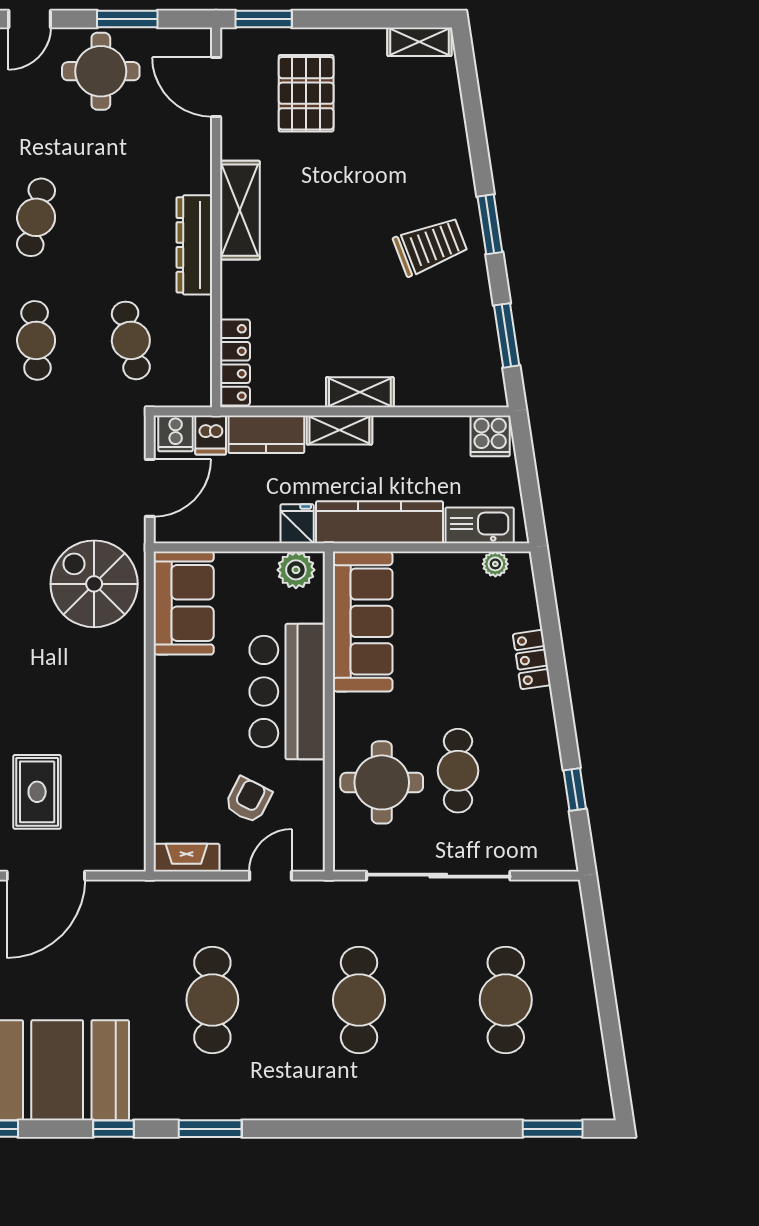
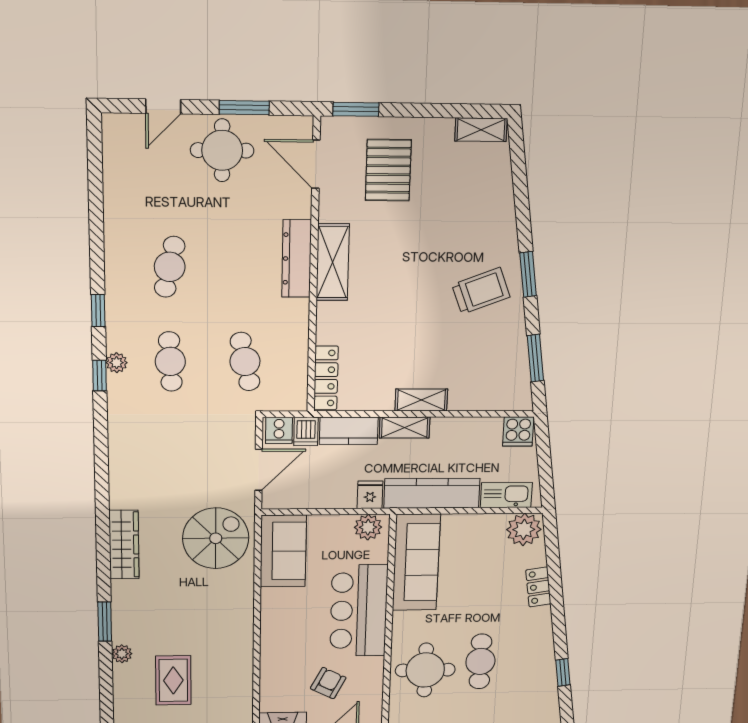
dresser: (194, 245) -> (297, 259), moved
plant: (495, 564) -> (524, 529), width x1.88, depth x1.88
spiral stairs: (94, 584) -> (216, 538), turned 90

